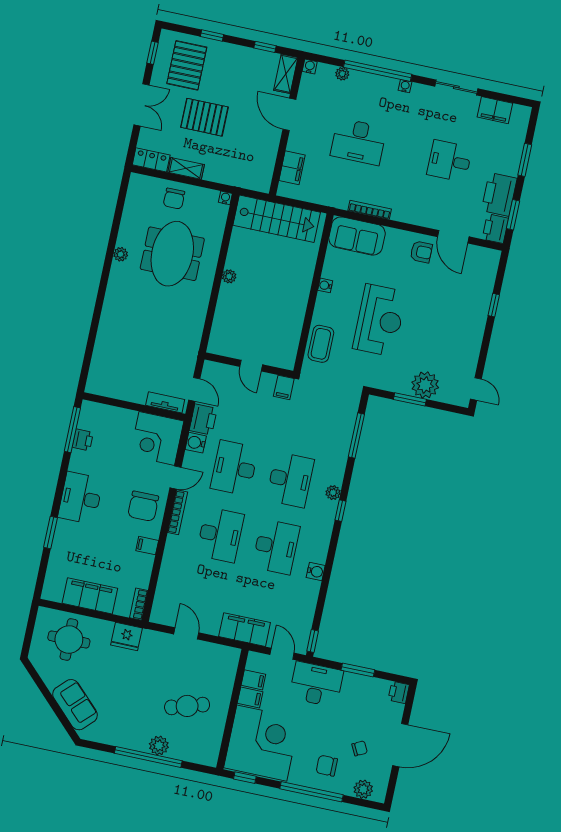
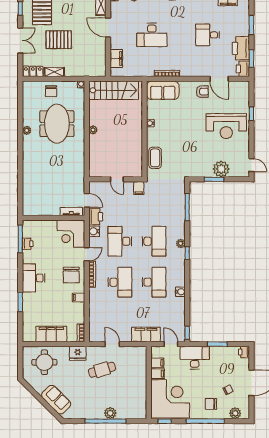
reception desk: (380, 320) -> (226, 126), moved, turned 90
cafe table: (187, 706) -> (102, 370), moved

